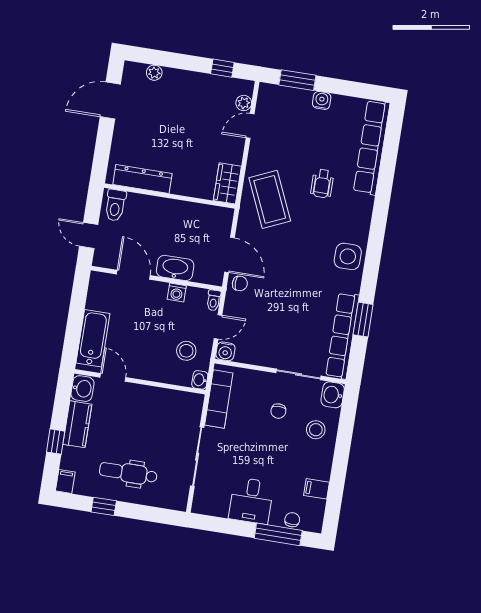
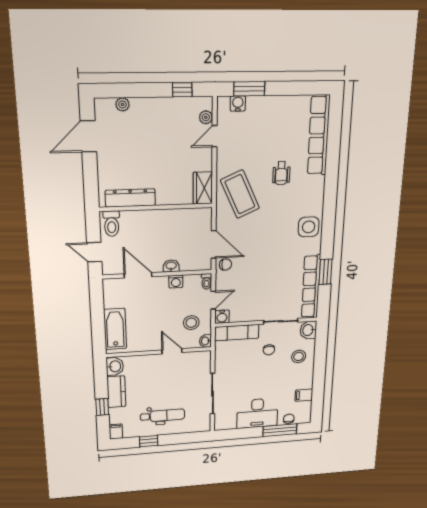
water cooler: (322, 100) -> (238, 103), moved
washbasin: (175, 268) -> (171, 266), width x0.52, depth x0.69
door: (113, 377) -> (172, 351), moved
exam couch: (219, 399) -> (237, 333), moved, turned 90
dental chair: (128, 473) -> (163, 416), turned 180
desk: (251, 501) -> (257, 413), width x1.37

